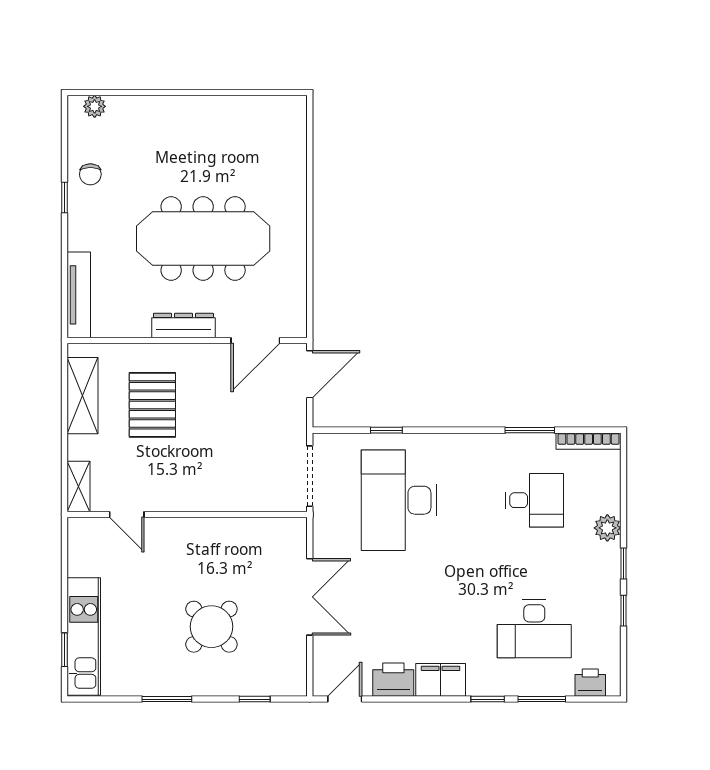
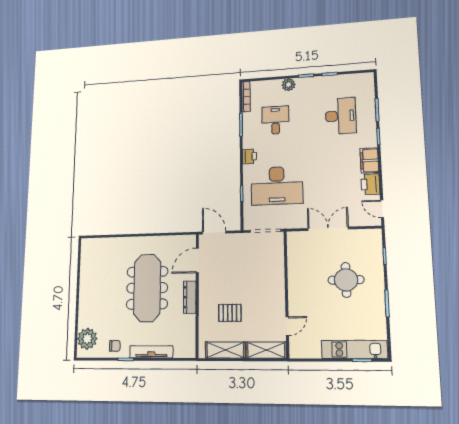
plant: (95, 106) -> (87, 339), width x1.88, depth x1.88
tv unit: (79, 295) -> (151, 352), moved
door: (255, 340) -> (197, 260), swing flipped
pallet: (152, 405) -> (230, 313), width x0.67, depth x0.71
shelving: (79, 487) -> (266, 350), width x1.50, depth x1.33
round table: (211, 627) -> (346, 280), turned 45
printer: (590, 683) -> (249, 156), moved, turned 180

